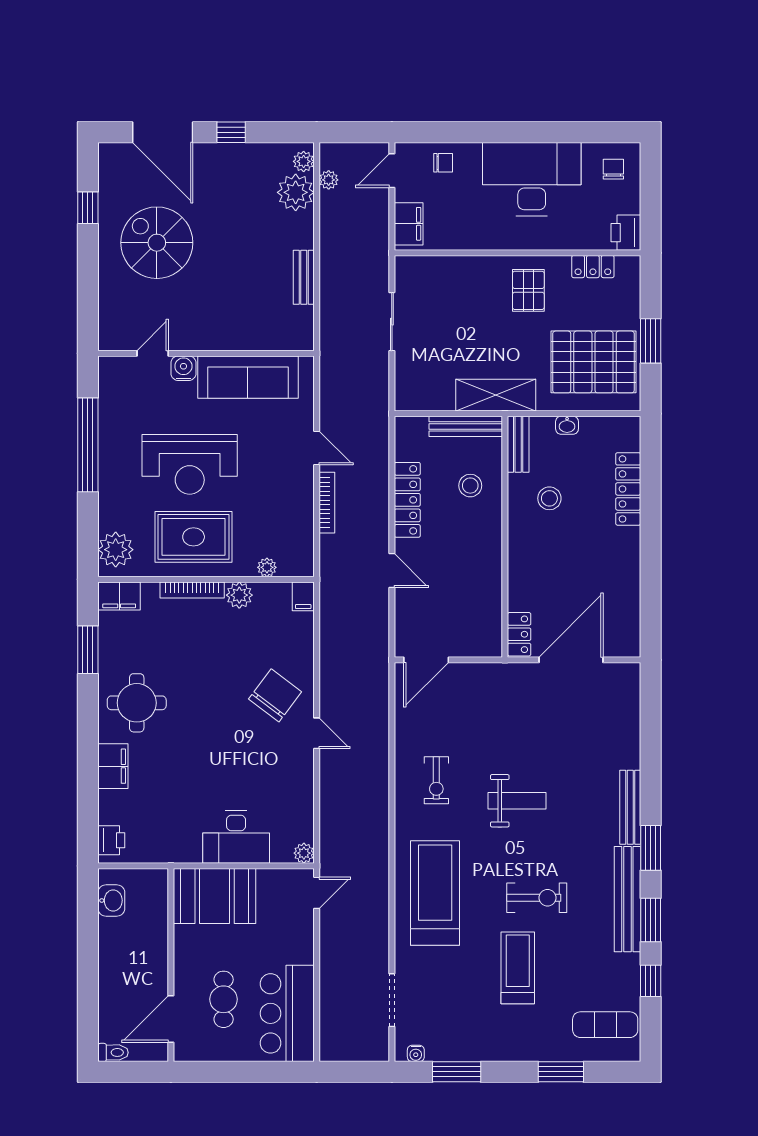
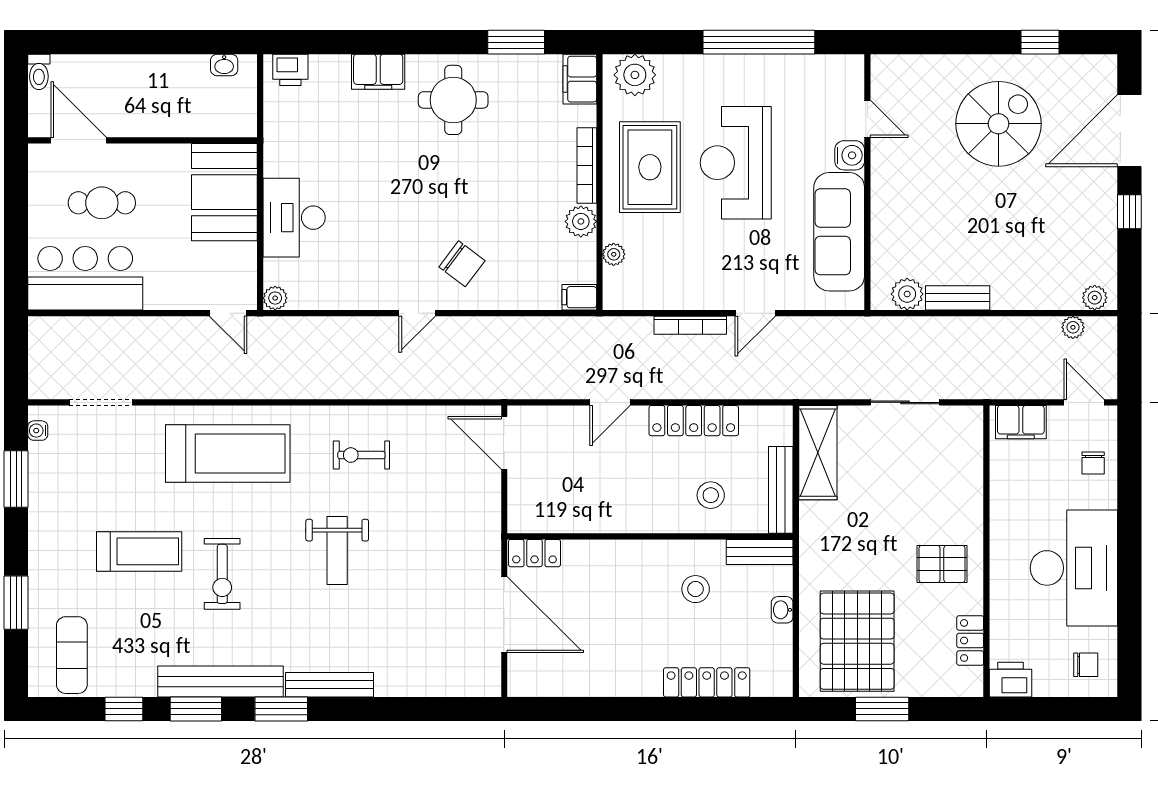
plant: (296, 192) -> (907, 294), moved, width x0.73, depth x0.73
shelving: (496, 395) -> (818, 453), moved
chair: (275, 695) -> (462, 264), width x0.73, depth x0.73
washbasin: (111, 900) -> (224, 65), width x0.72, depth x0.69

